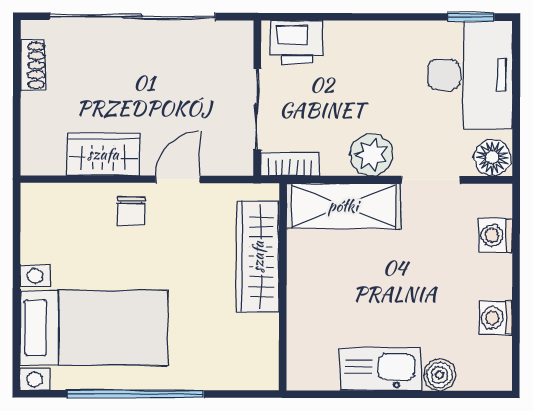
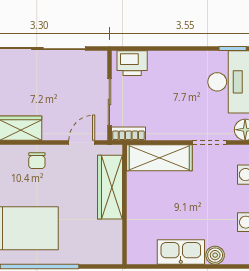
plant: (371, 155) -> (175, 128), removed
door: (178, 179) -> (82, 143), moved

